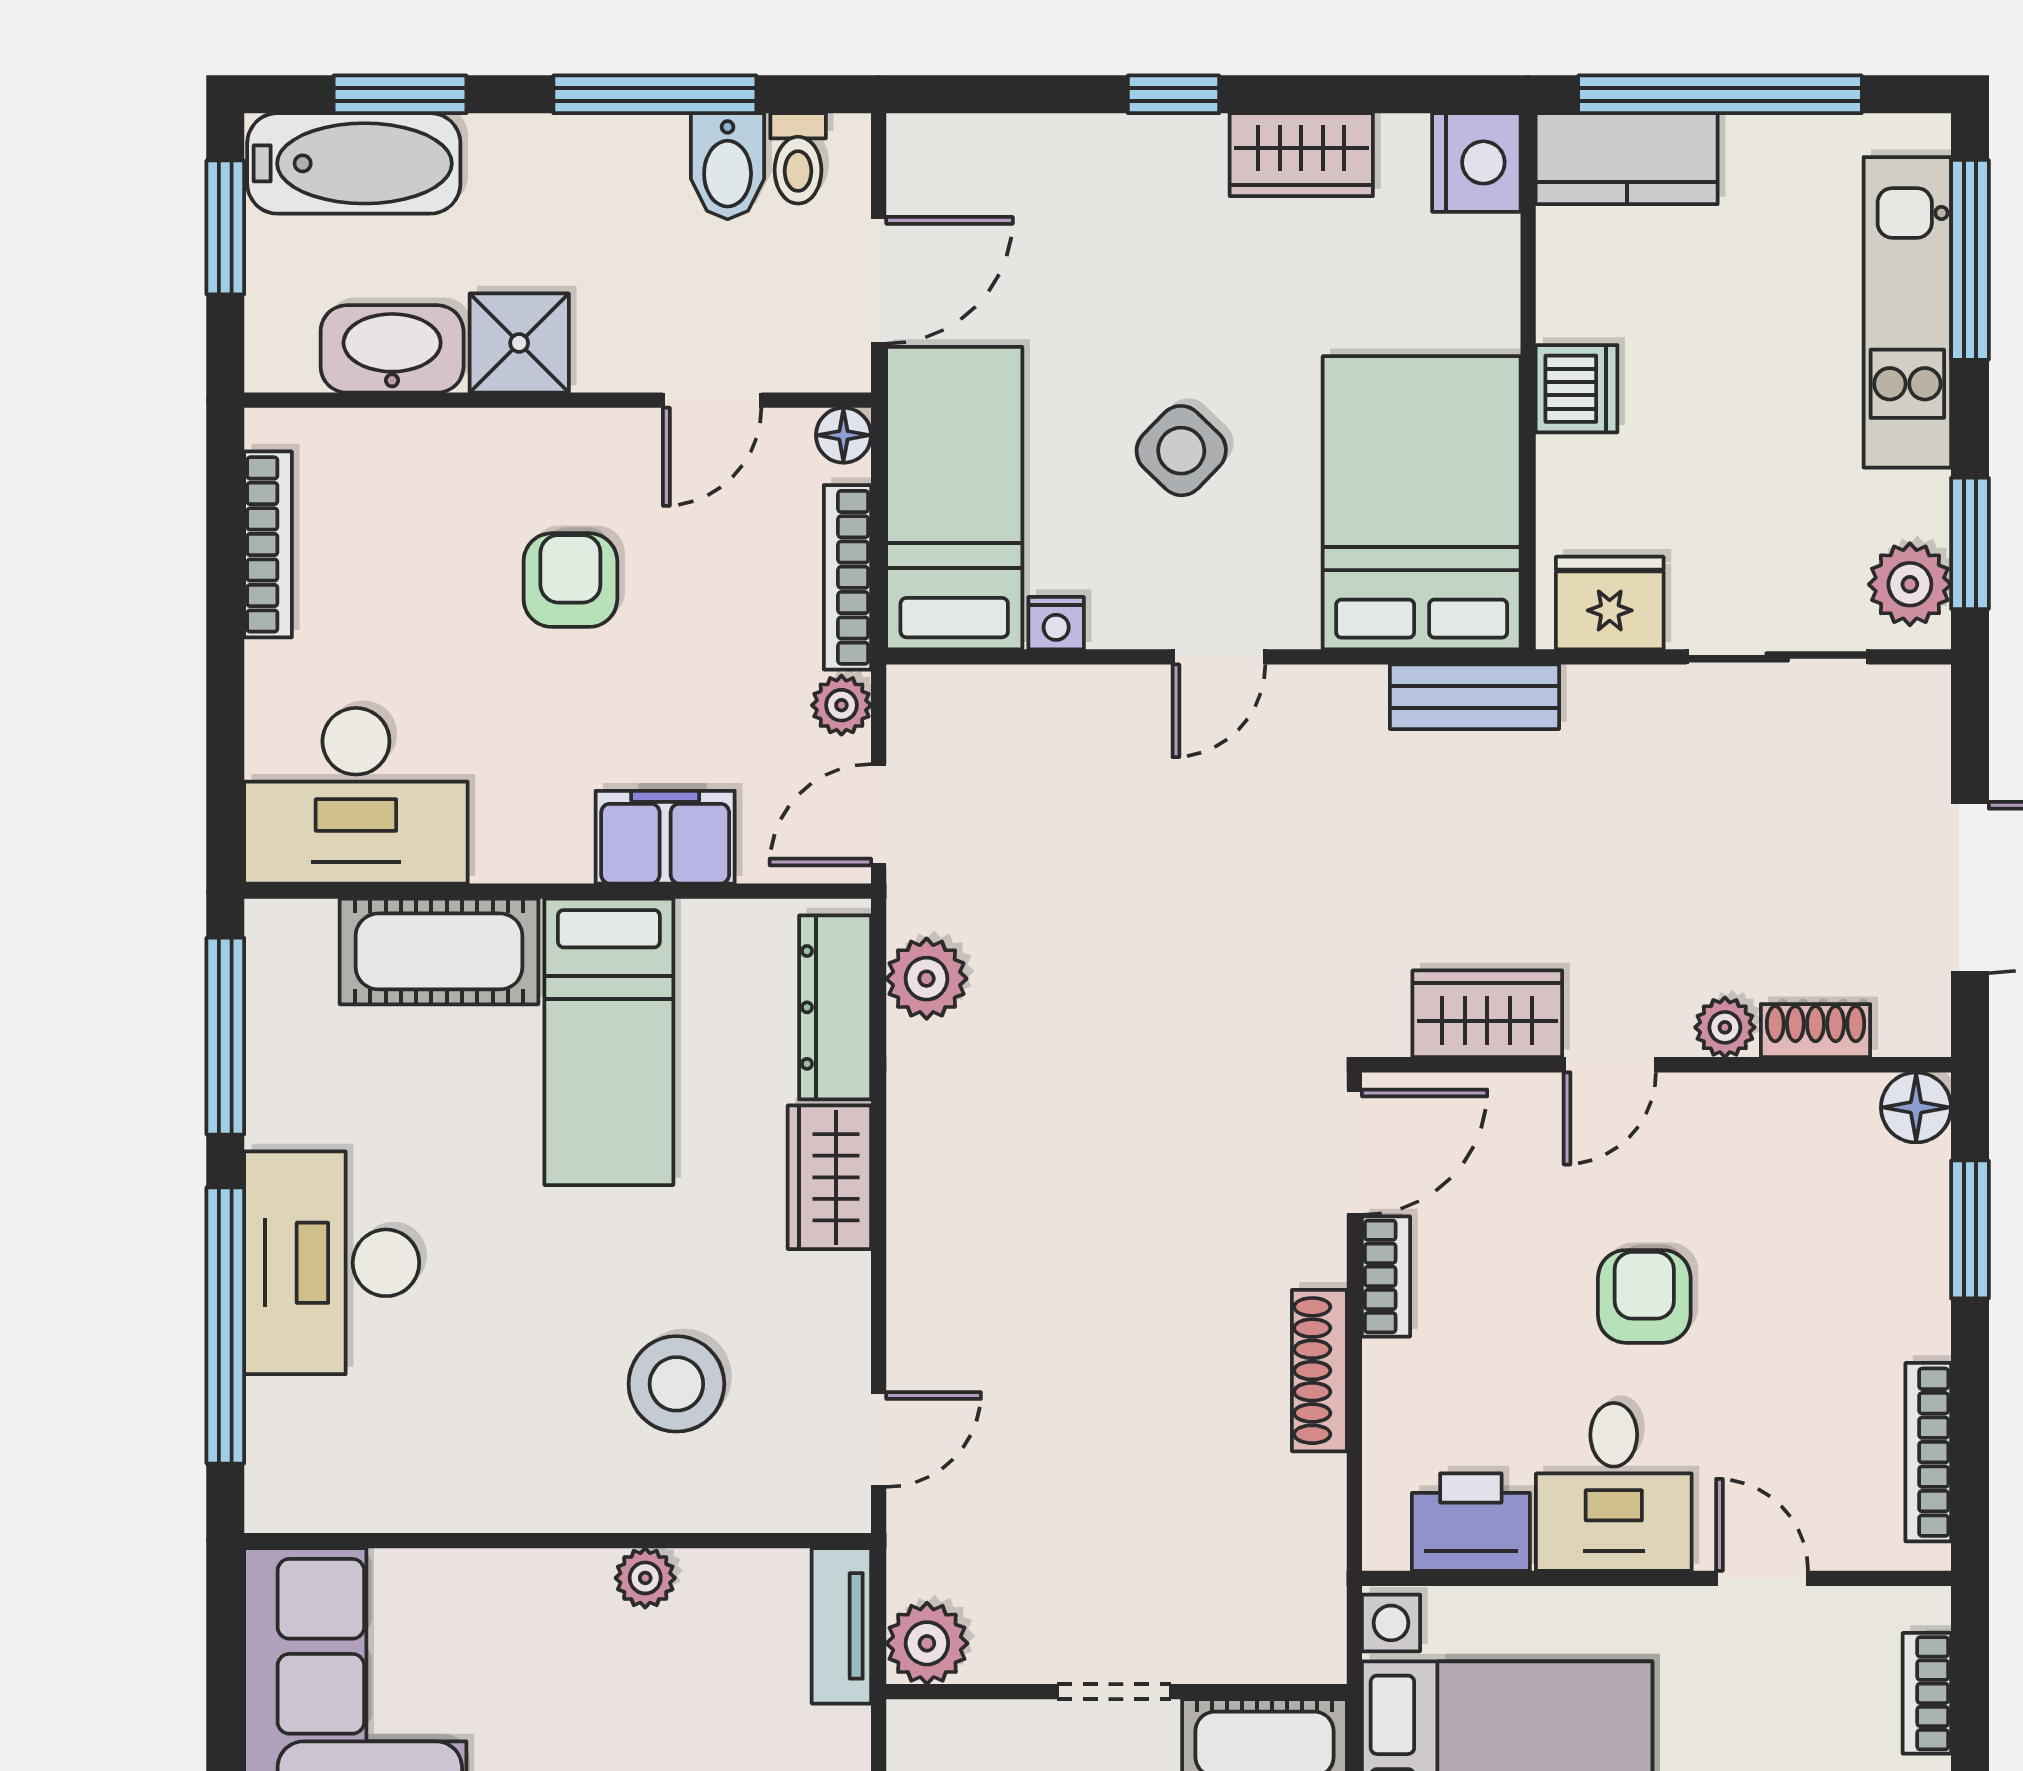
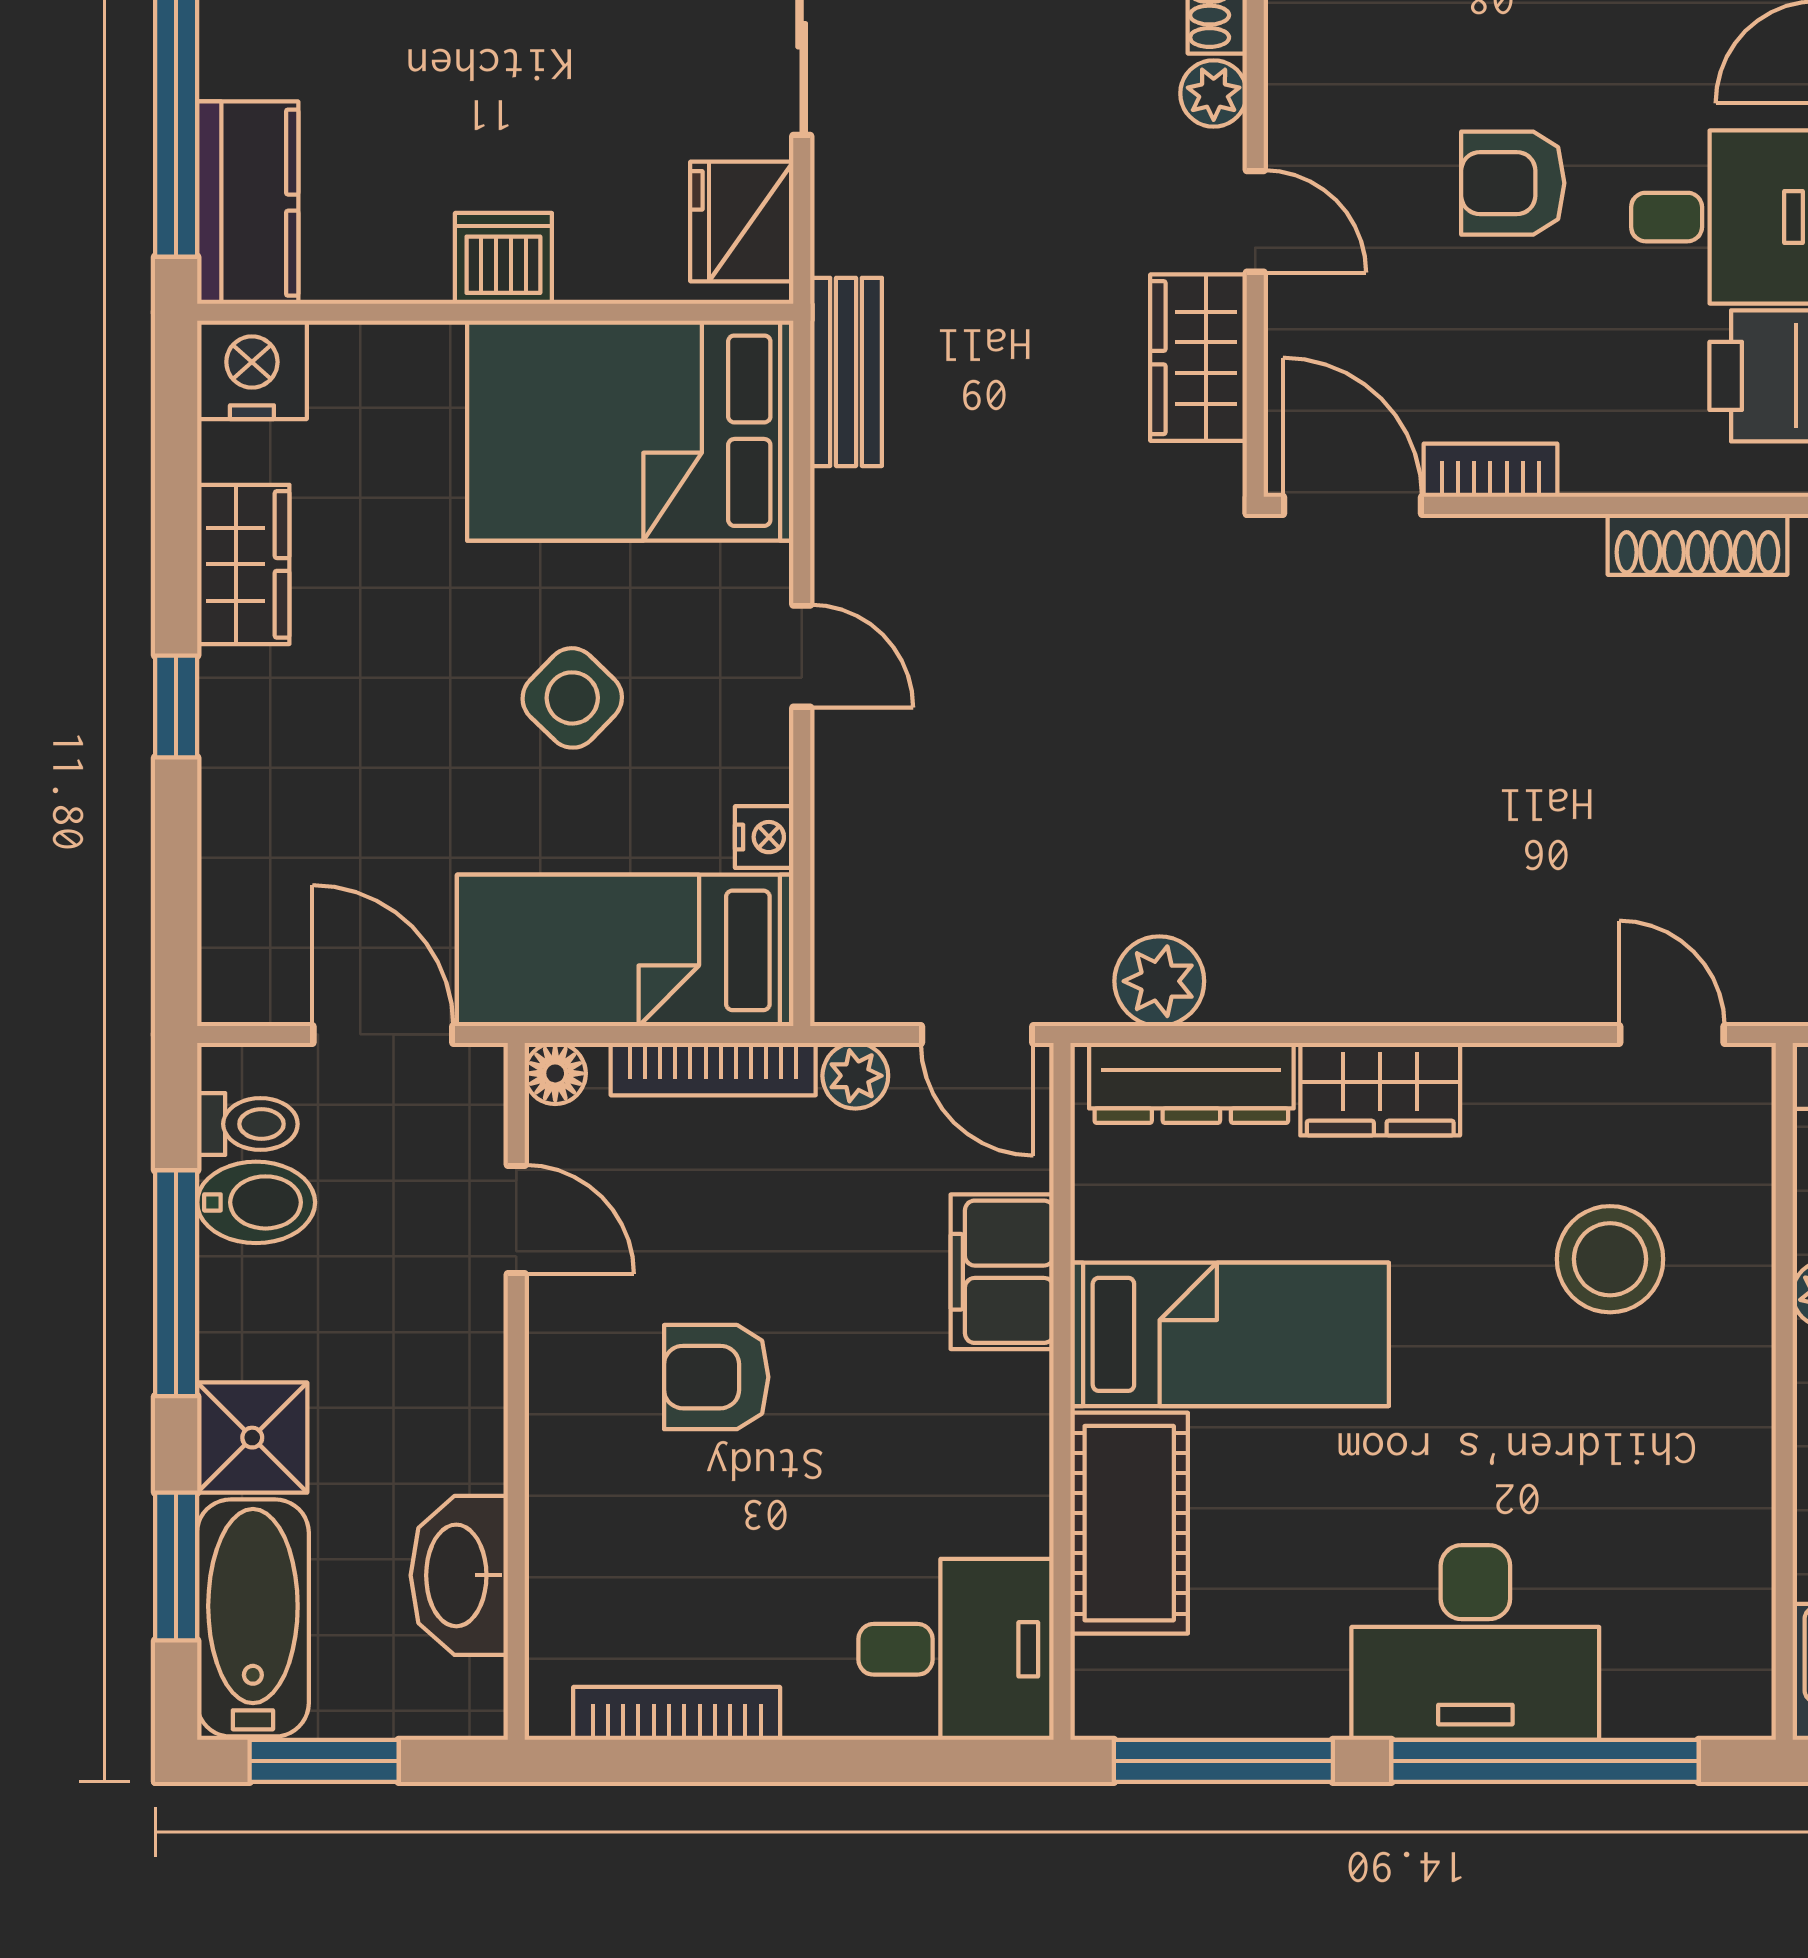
shower: (519, 343) -> (252, 1438), moved
desk: (356, 796) -> (956, 1649), width x0.73
shoe rack: (1319, 1371) -> (1697, 544), moved

